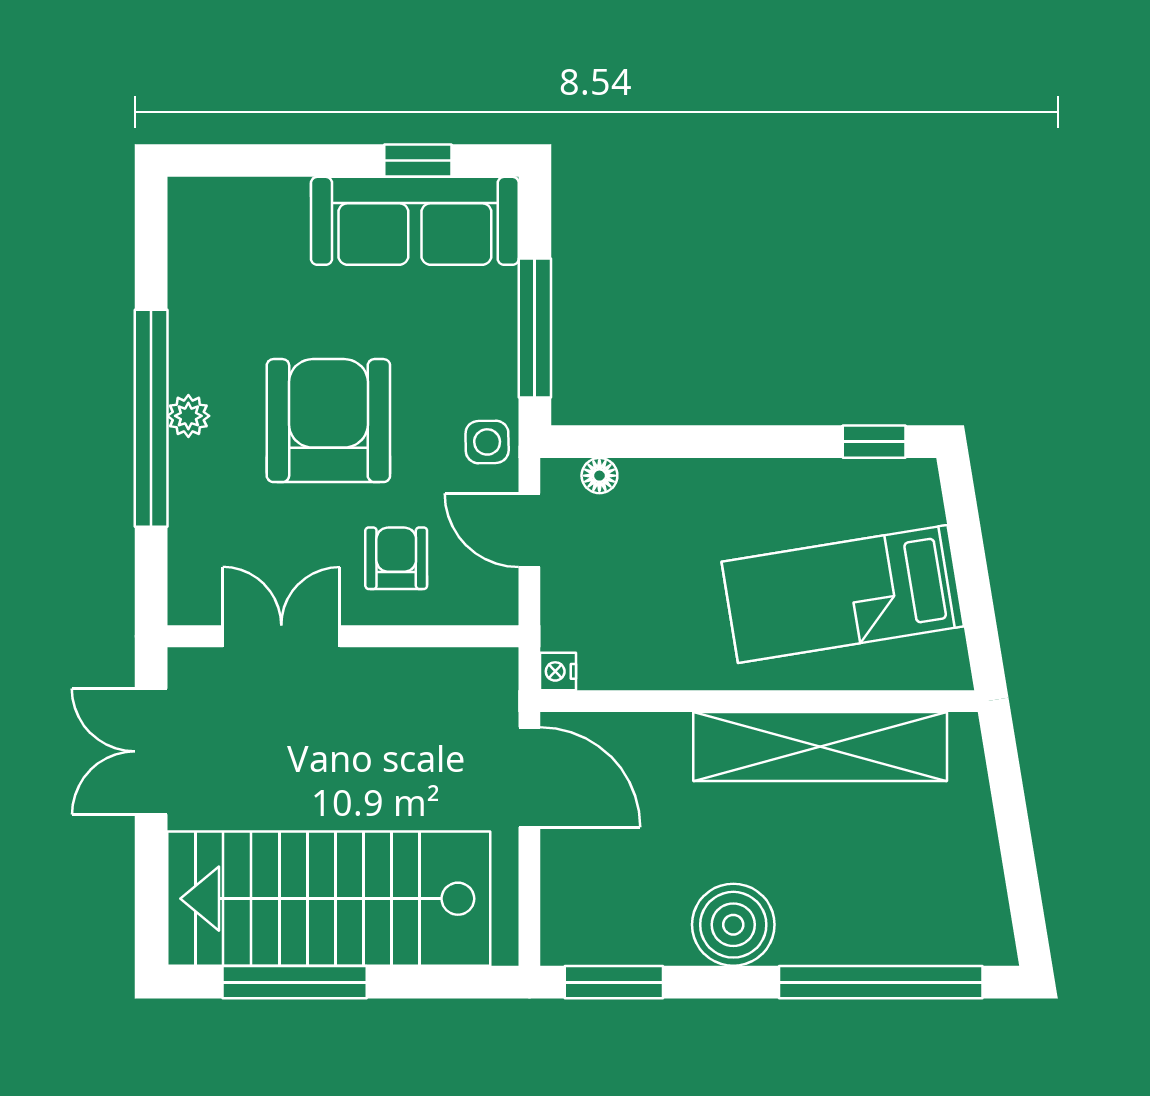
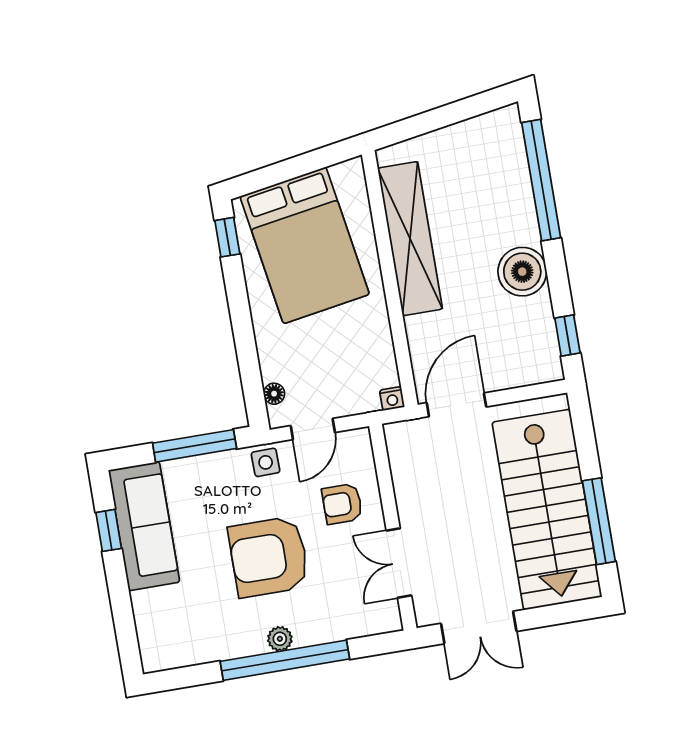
bed: (843, 594) -> (305, 245), width x1.50
window: (614, 982) -> (567, 335), width x0.67

